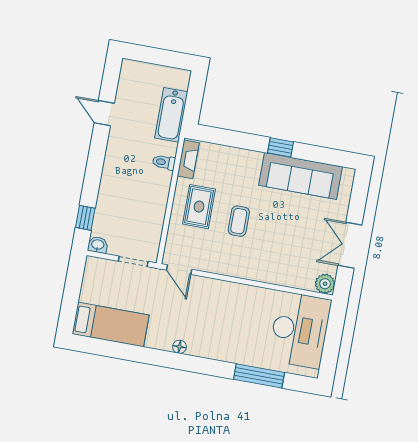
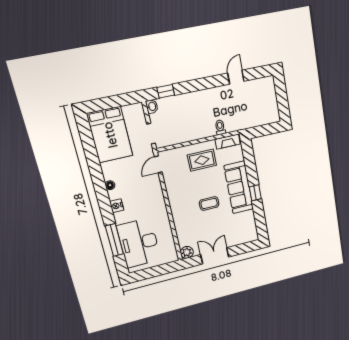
bathtub: (171, 115) -> (250, 120), removed
sofa: (301, 176) -> (239, 187), moved
coffee table: (239, 221) -> (209, 204), moved
bed: (111, 325) -> (110, 135), width x1.50
desk: (300, 330) -> (139, 243), moved, turned 90
nightstand: (212, 351) -> (117, 206), added

